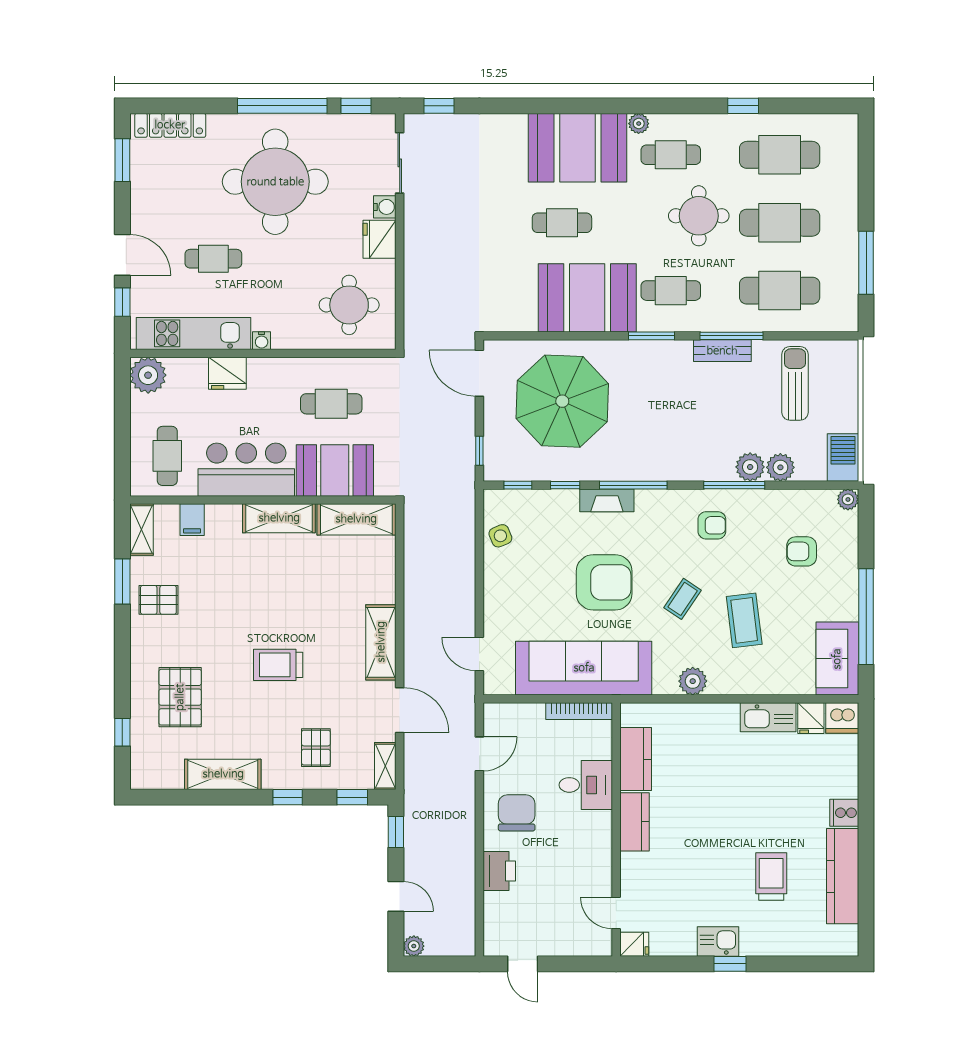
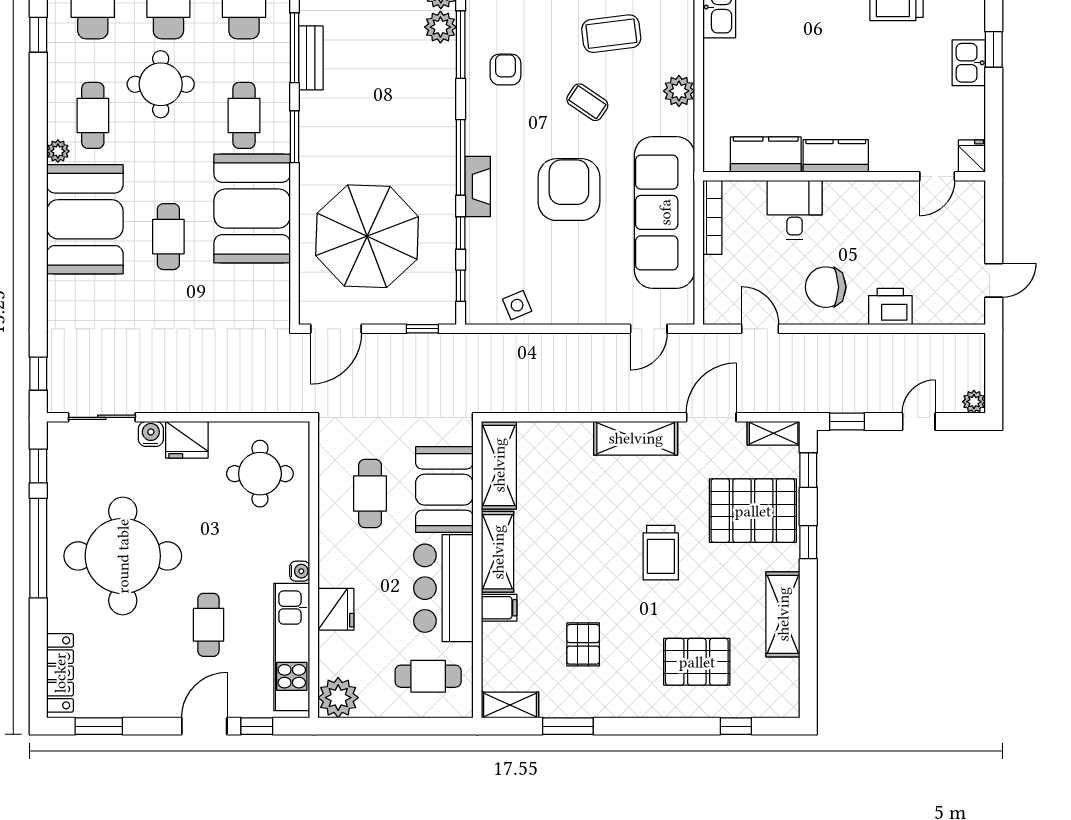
filing cabinet: (192, 520) -> (499, 608), moved
pallet: (158, 600) -> (583, 644), moved
pallet: (316, 748) -> (753, 511), width x2.05, depth x2.00

